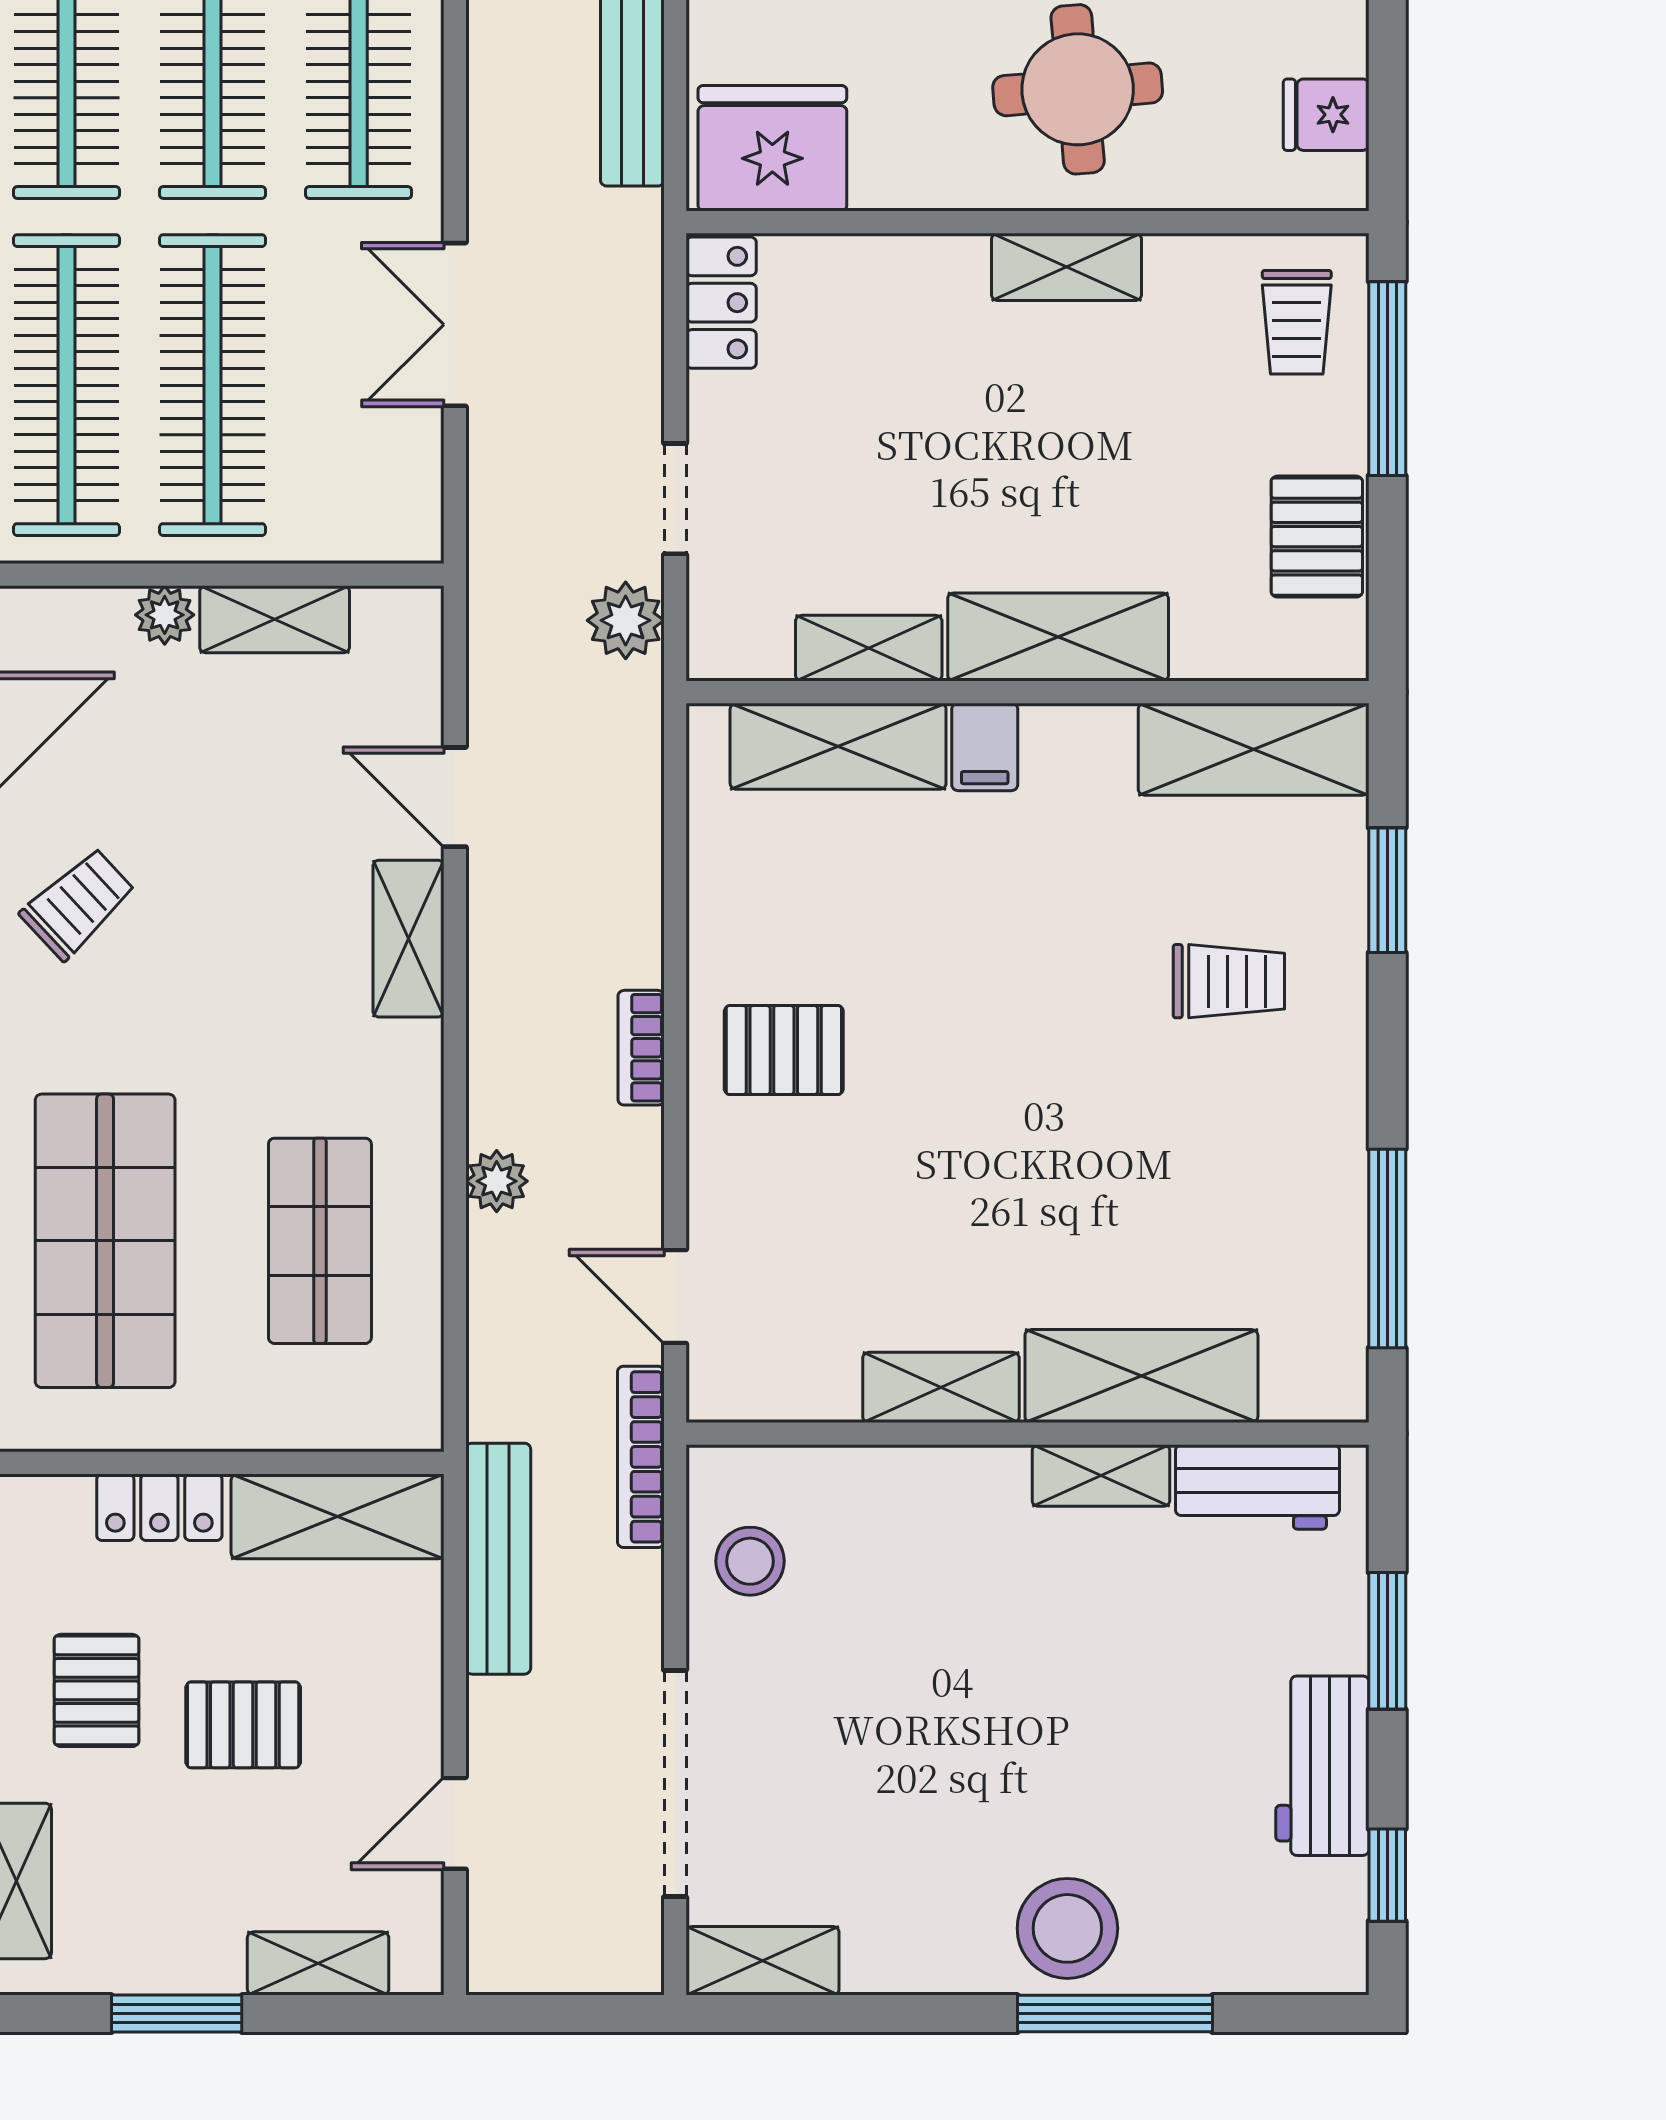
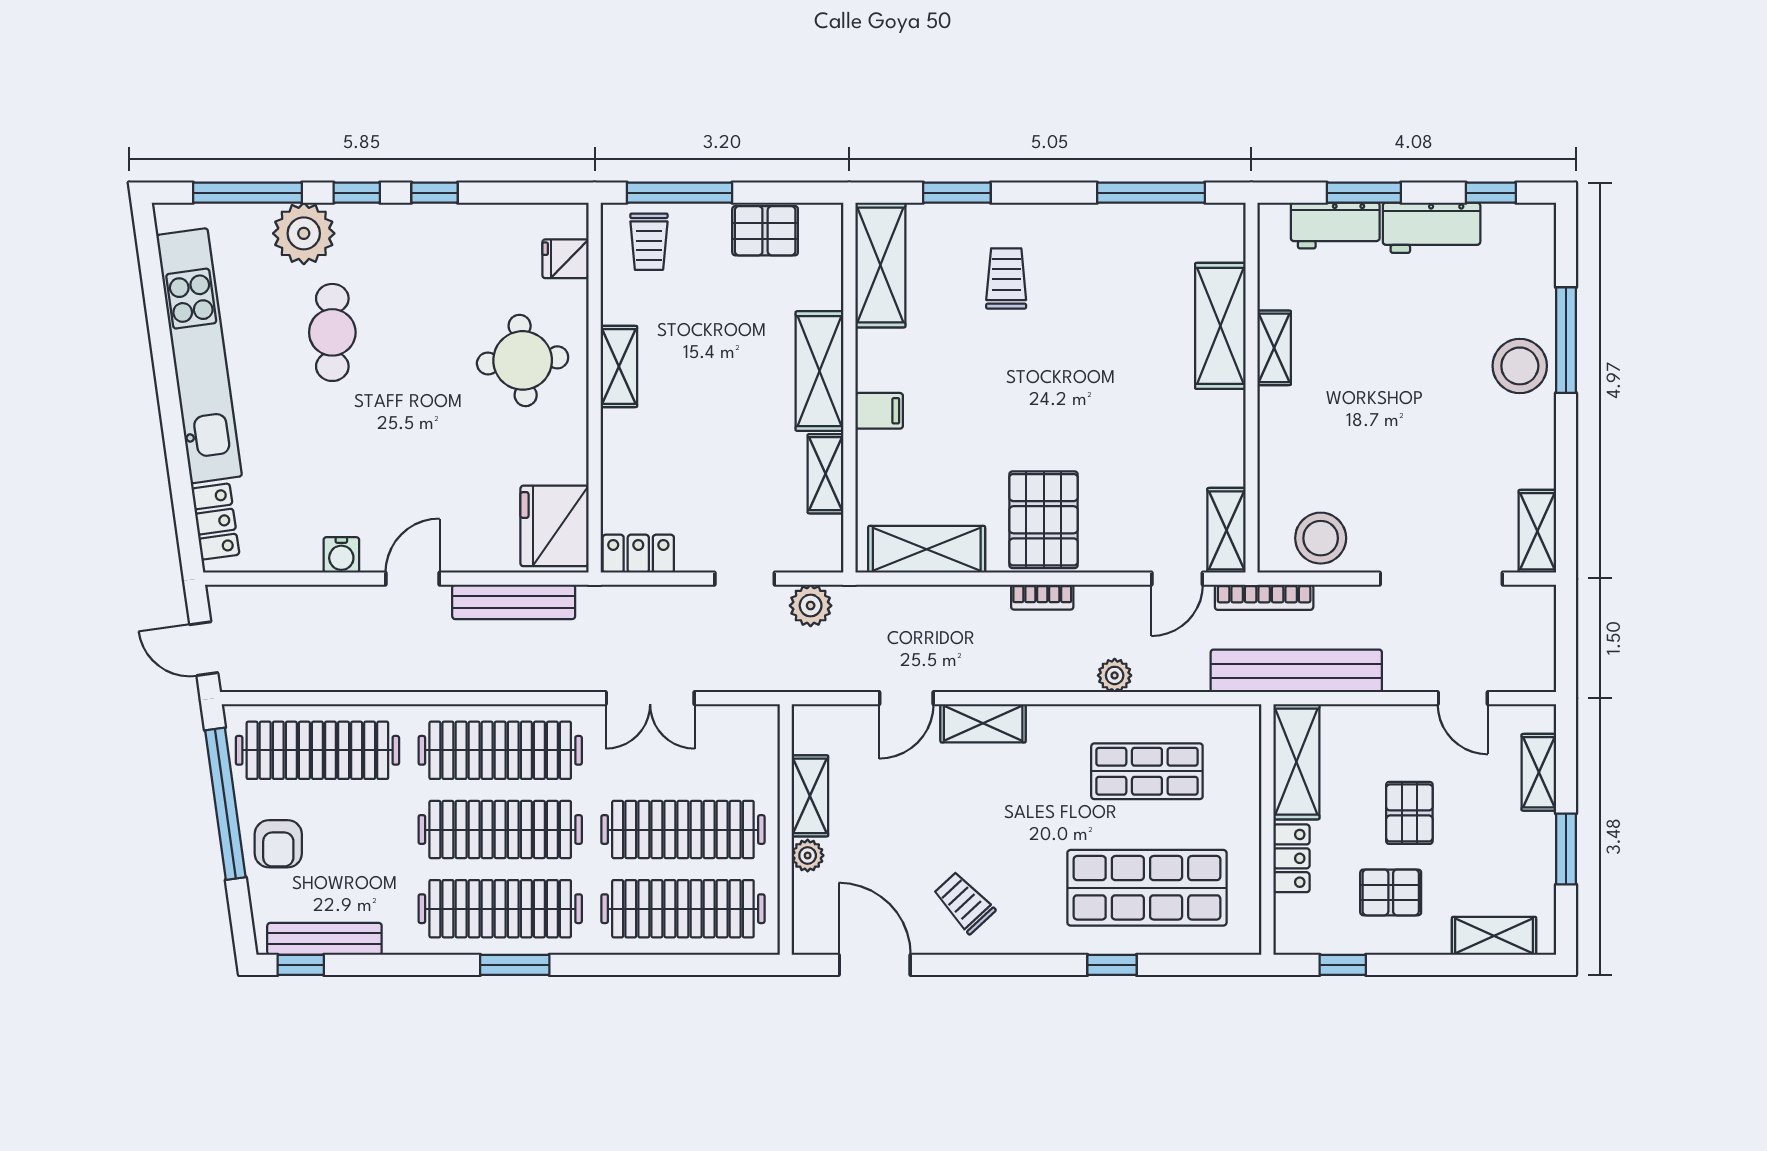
fridge: (1326, 115) -> (566, 259), moved, turned 90
trolley: (1297, 322) -> (649, 242), turned 90
shelving: (838, 746) -> (927, 549), moved, turned 90
pallet: (784, 1050) -> (1044, 520), width x1.50, depth x1.42
shelving: (941, 1387) -> (1226, 530), moved
workbench: (1257, 1487) -> (1335, 225), moved, turned 90
bench: (498, 1559) -> (1296, 671), width x1.37, depth x1.21
stool: (750, 1561) -> (1321, 538), width x1.38, depth x1.38

